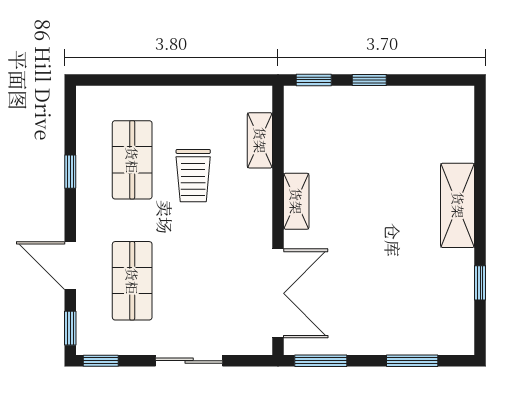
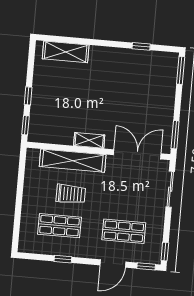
shelving: (260, 140) -> (73, 161), width x2.20, depth x1.33
shelving: (458, 205) -> (66, 52), moved
sliding door: (189, 361) -> (170, 189), moved
window: (412, 361) -> (181, 70), moved

